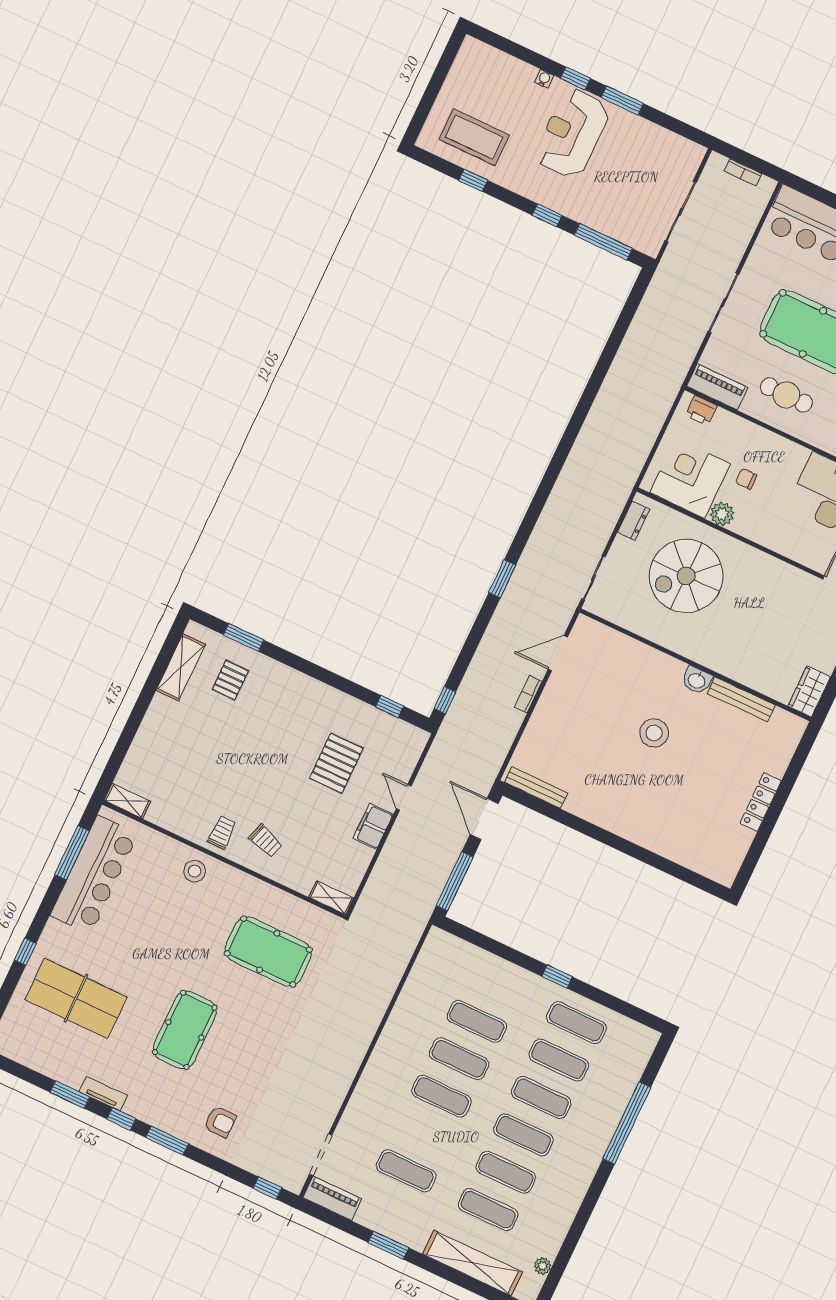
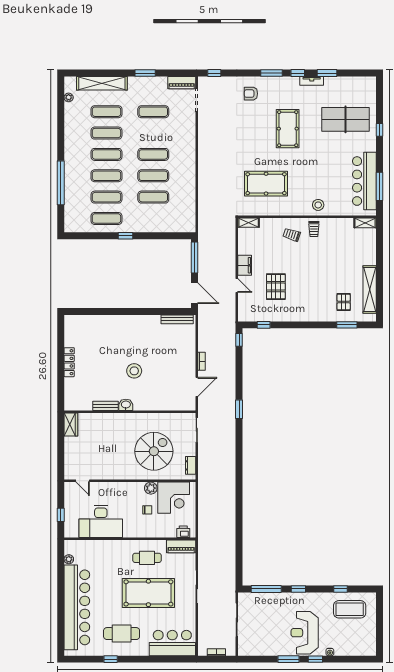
reception desk: (572, 133) -> (305, 633), turned 180
shelving: (181, 667) -> (370, 289), width x1.47
bench: (741, 699) -> (105, 406), width x0.73

